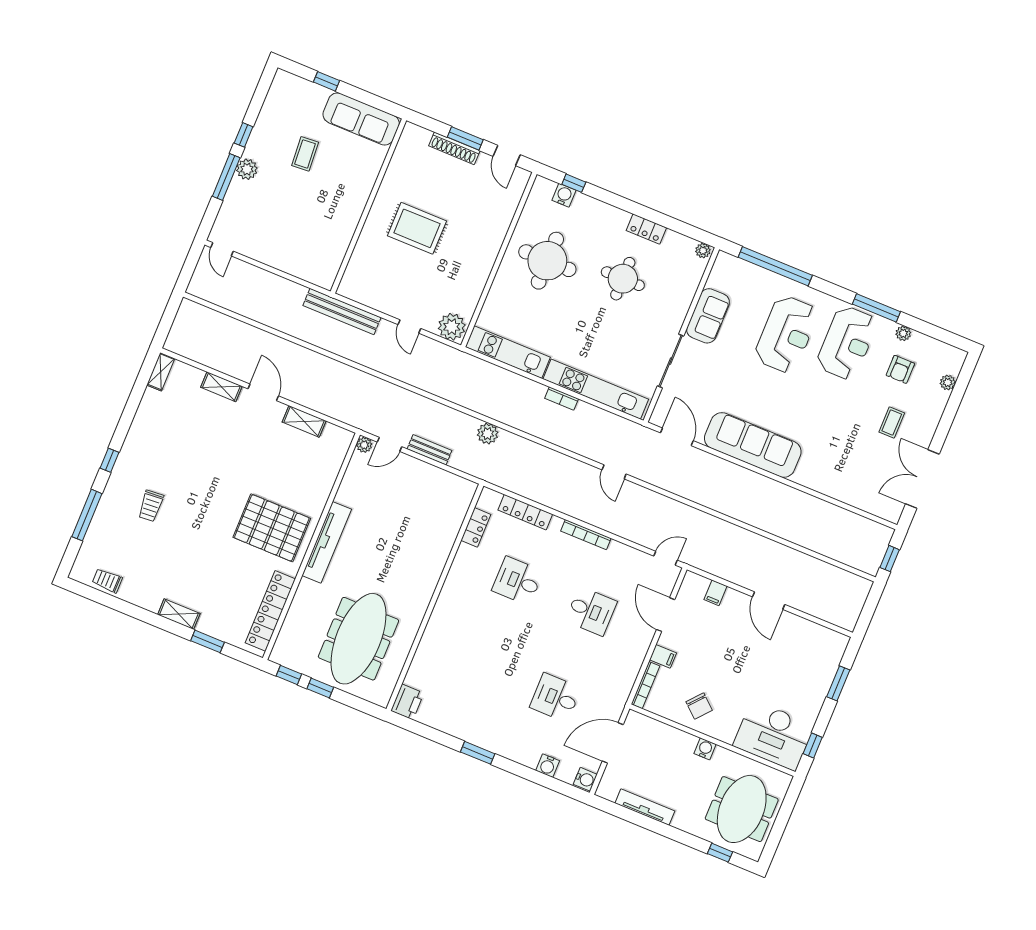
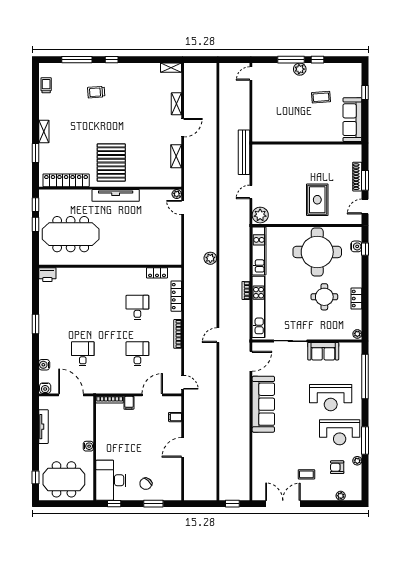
rug: (417, 228) -> (317, 200), moved
round table: (547, 261) -> (317, 252), width x1.36, depth x1.36
bench: (429, 450) -> (189, 230), removed
desk: (591, 611) -> (137, 354), turned 180
chair: (699, 706) -> (146, 484), moved

